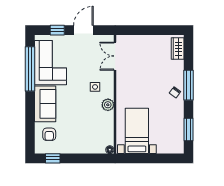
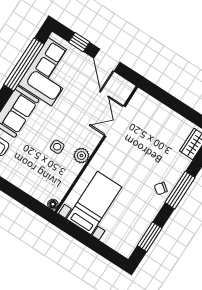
door: (83, 30) -> (107, 60), swing flipped
double door: (115, 56) -> (115, 121), moved
side table: (95, 87) -> (57, 147), moved

